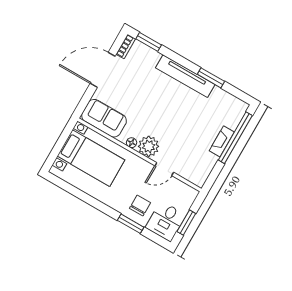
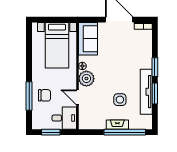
window: (149, 42) -> (155, 67), moved
tv unit: (185, 76) -> (146, 92), moved
side table: (195, 122) -> (120, 100), added
desk: (166, 221) -> (64, 118), moved, turned 180
window: (131, 224) -> (29, 96), width x1.44

